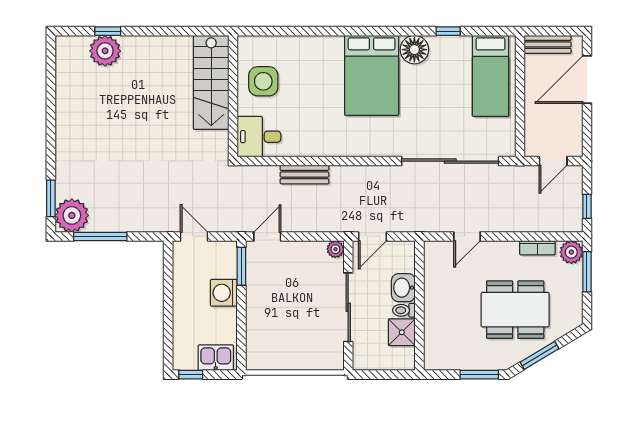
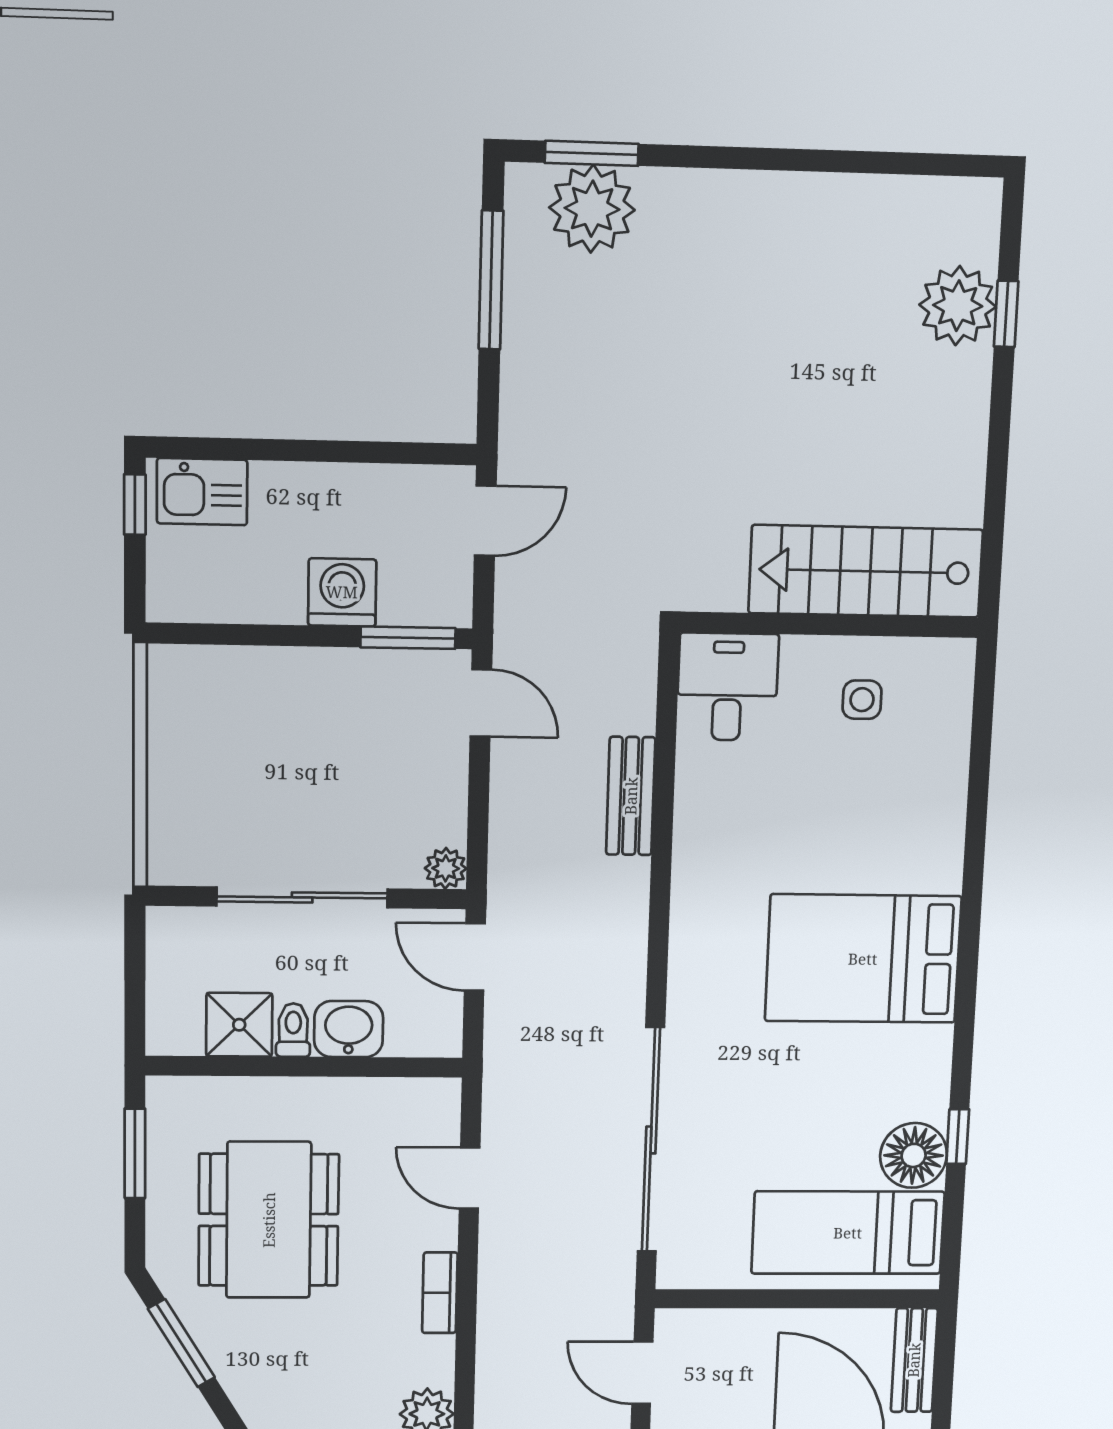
floor lamp: (414, 50) -> (914, 1155), moved
side table: (263, 81) -> (862, 700), width x0.54, depth x0.54
plant: (72, 215) -> (592, 209), moved
bookcase: (537, 248) -> (440, 1293), moved
dining table: (515, 310) -> (269, 1220), moved
kitchen sink: (216, 358) -> (202, 492), moved, turned 90
window: (479, 375) -> (135, 1154), moved

